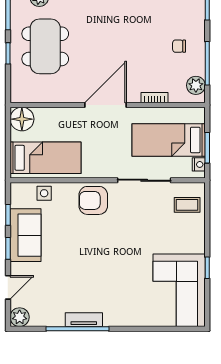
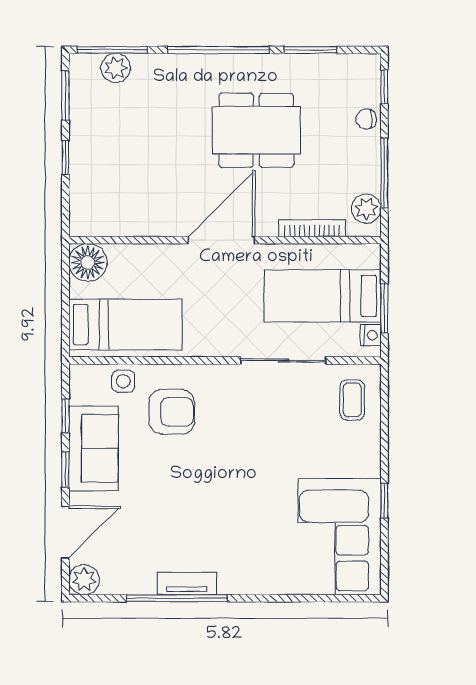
dining table: (45, 46) -> (256, 130), moved, turned 90
chair: (179, 46) -> (366, 119), moved
bookcase: (155, 98) -> (312, 228), width x1.56
armchair: (93, 200) -> (172, 412), moved, turned 180
coffee table: (187, 205) -> (352, 400), turned 90
door: (8, 287) -> (65, 532), width x1.38

